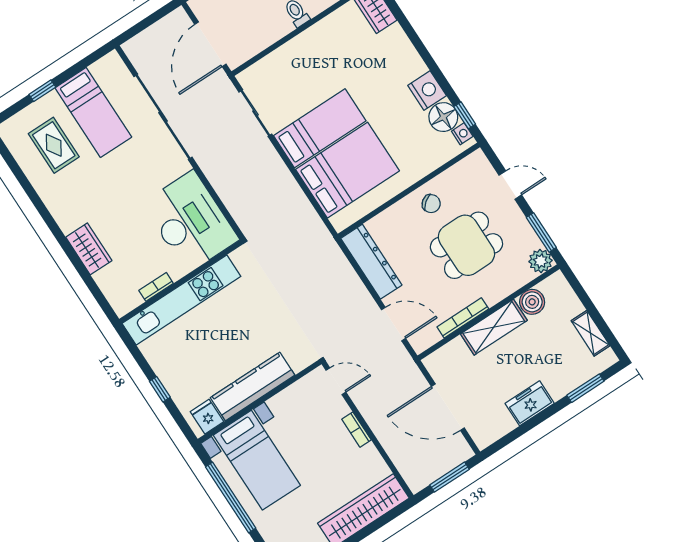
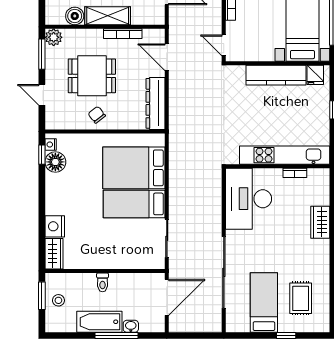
nightstand: (427, 90) -> (55, 226), moved

